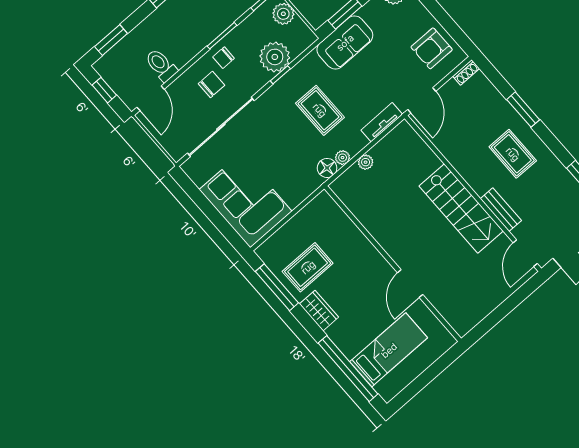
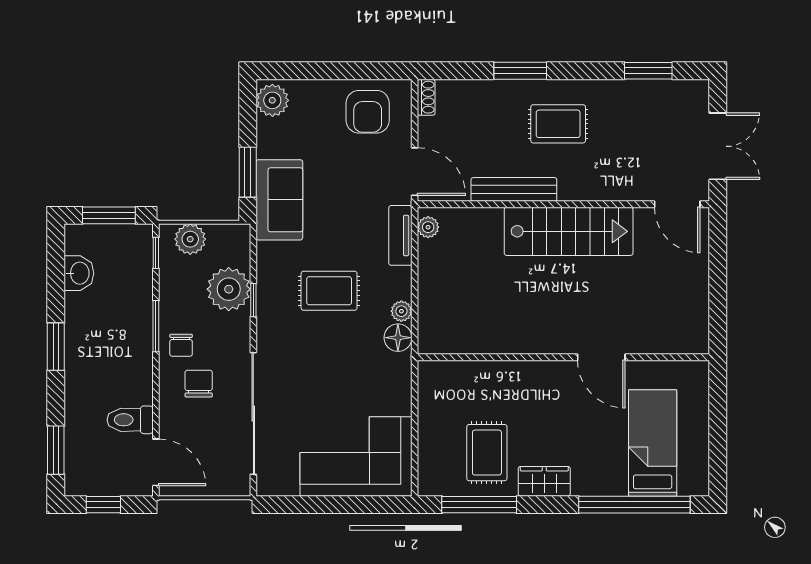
plant: (366, 162) -> (428, 227), moved
bench: (501, 210) -> (514, 189), moved, width x1.36

